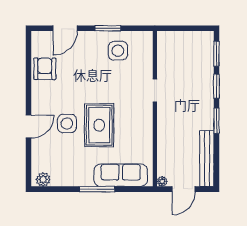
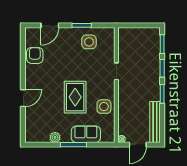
side table: (67, 123) -> (104, 107), moved
sofa: (121, 175) -> (86, 134), width x0.73
plant: (43, 179) -> (55, 137), moved

